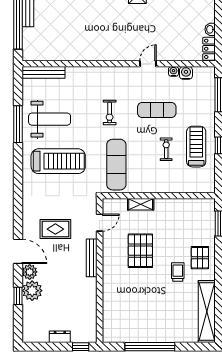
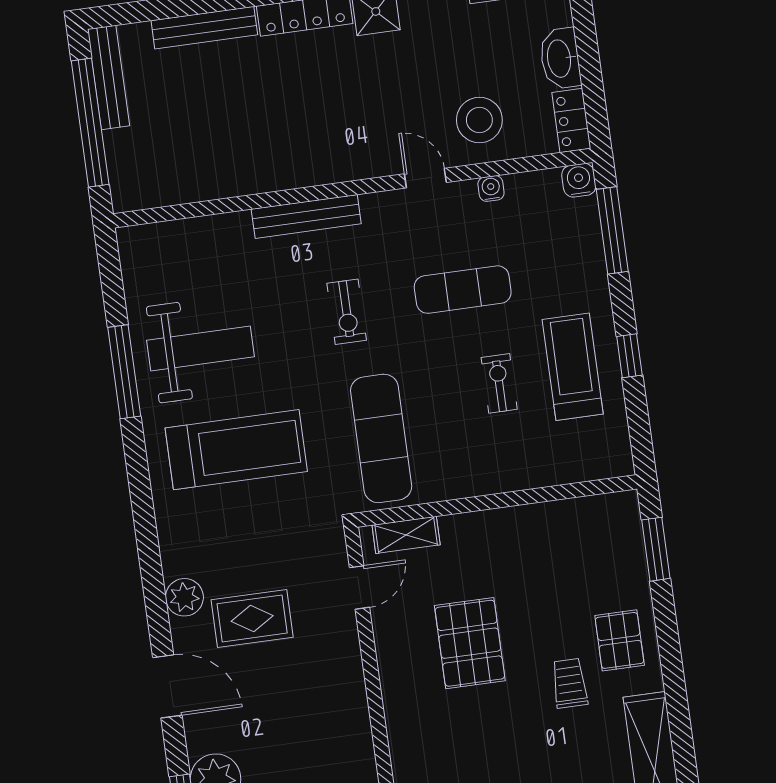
washbasin: (210, 29) -> (560, 58), width x1.91, depth x1.45
stool: (173, 44) -> (479, 120), added
door: (148, 64) -> (425, 178), hinge flipped
bench: (44, 72) -> (306, 216), moved
water cooler: (186, 73) -> (579, 180), moved
shelving: (141, 204) -> (406, 535), moved
bench: (92, 258) -> (352, 677), removed
plant: (30, 272) -> (184, 597), moved

